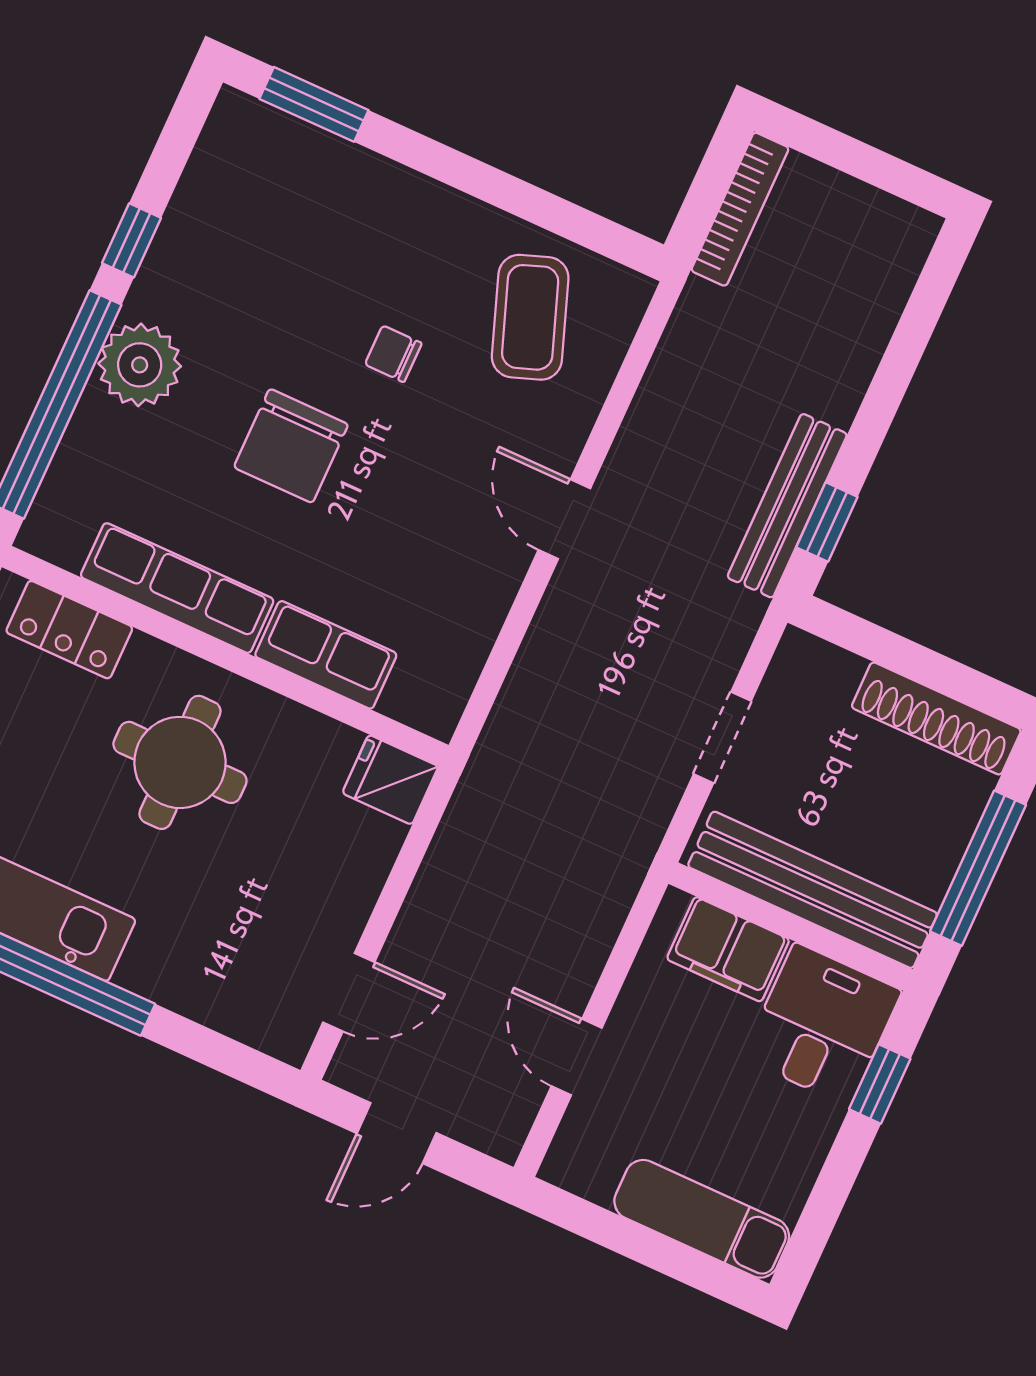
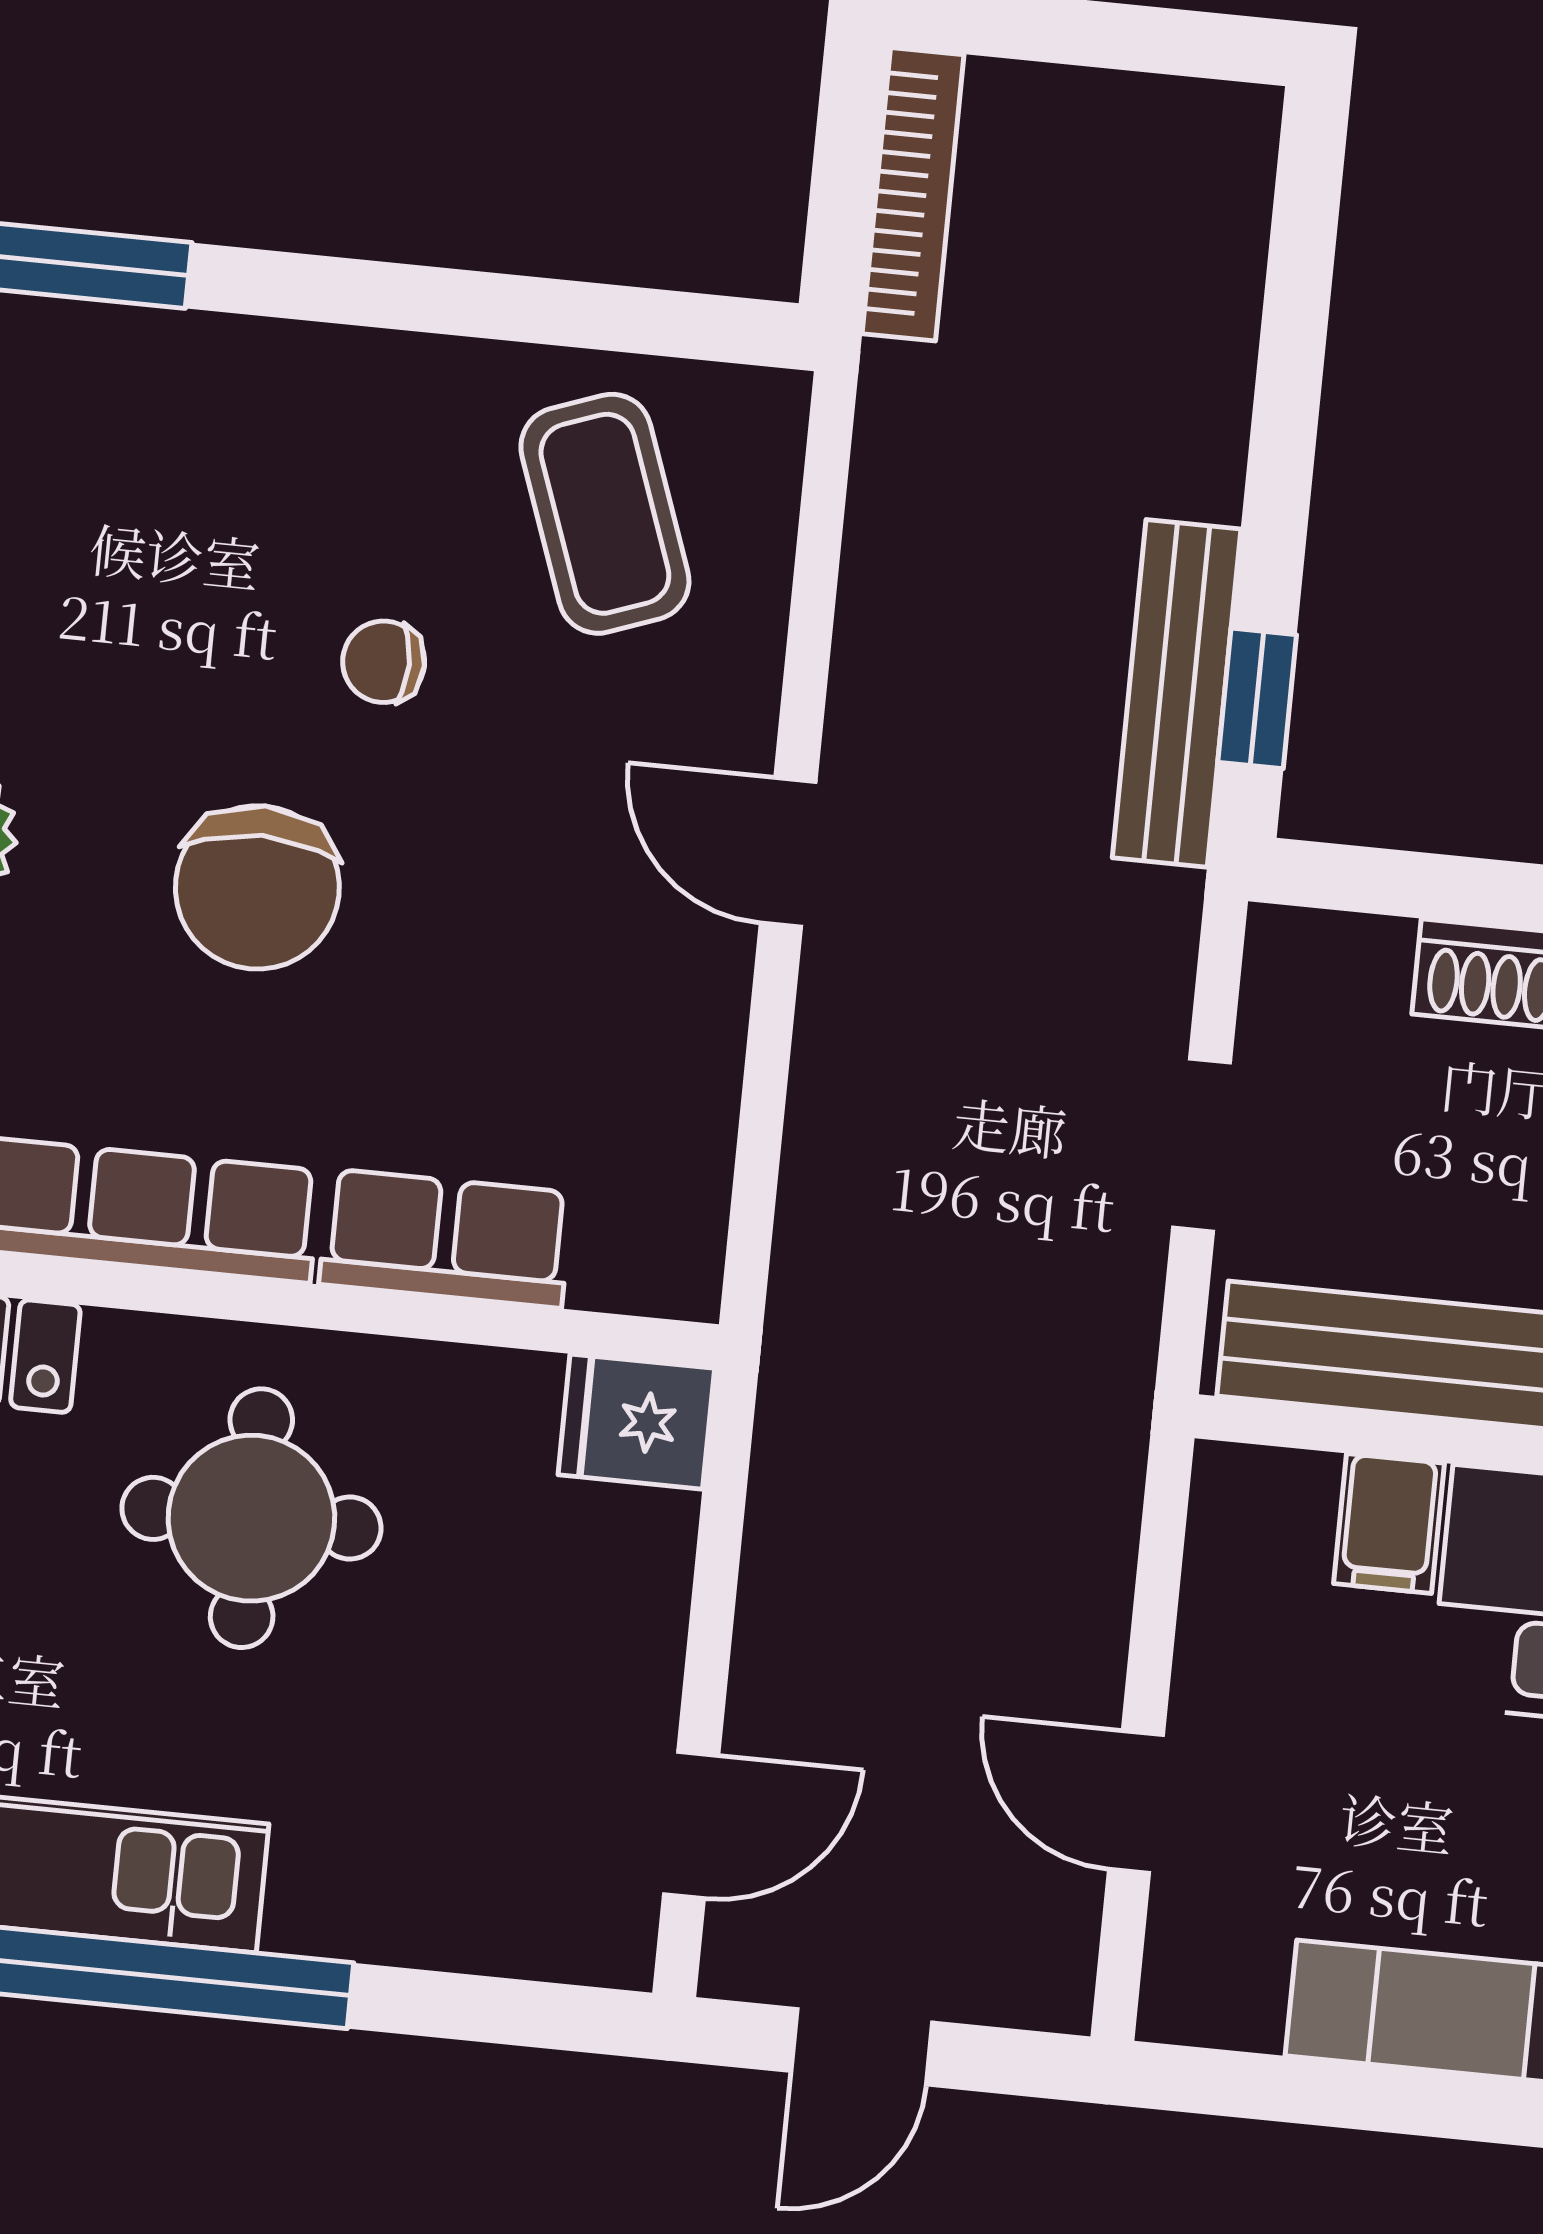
filing cabinet: (728, 949) -> (1389, 1523), width x0.50

